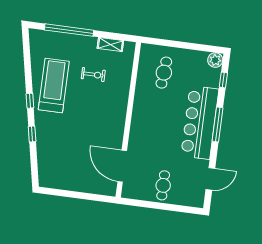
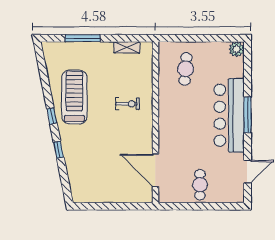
window: (69, 30) -> (83, 38), width x0.68
exercise bike: (93, 75) -> (127, 104), moved
window: (223, 80) -> (248, 68), removed

